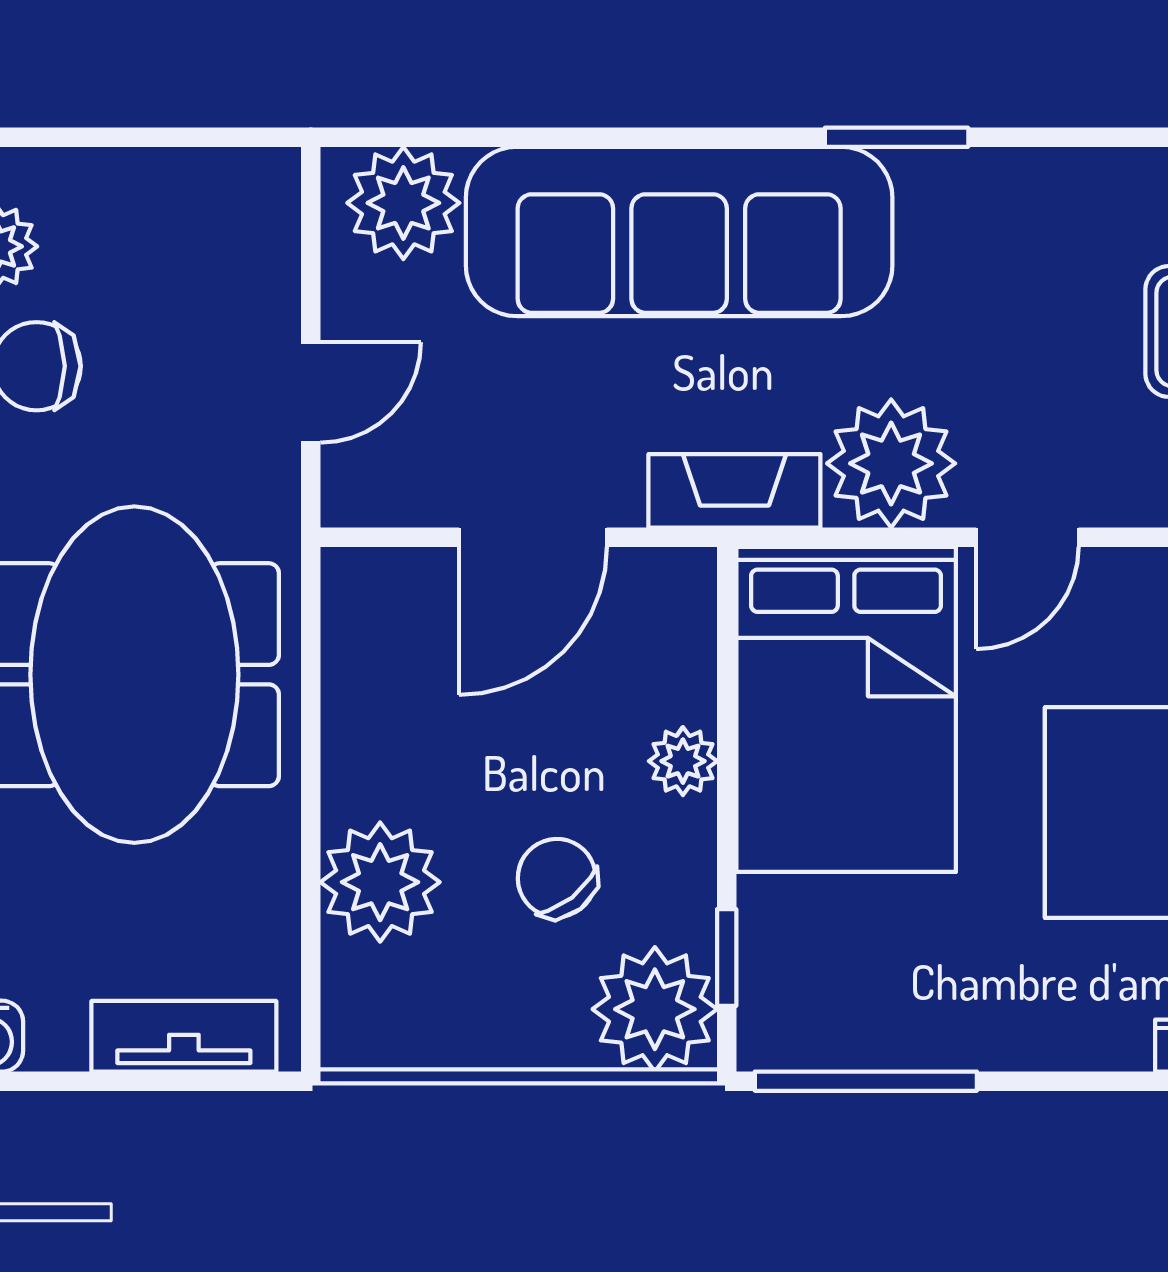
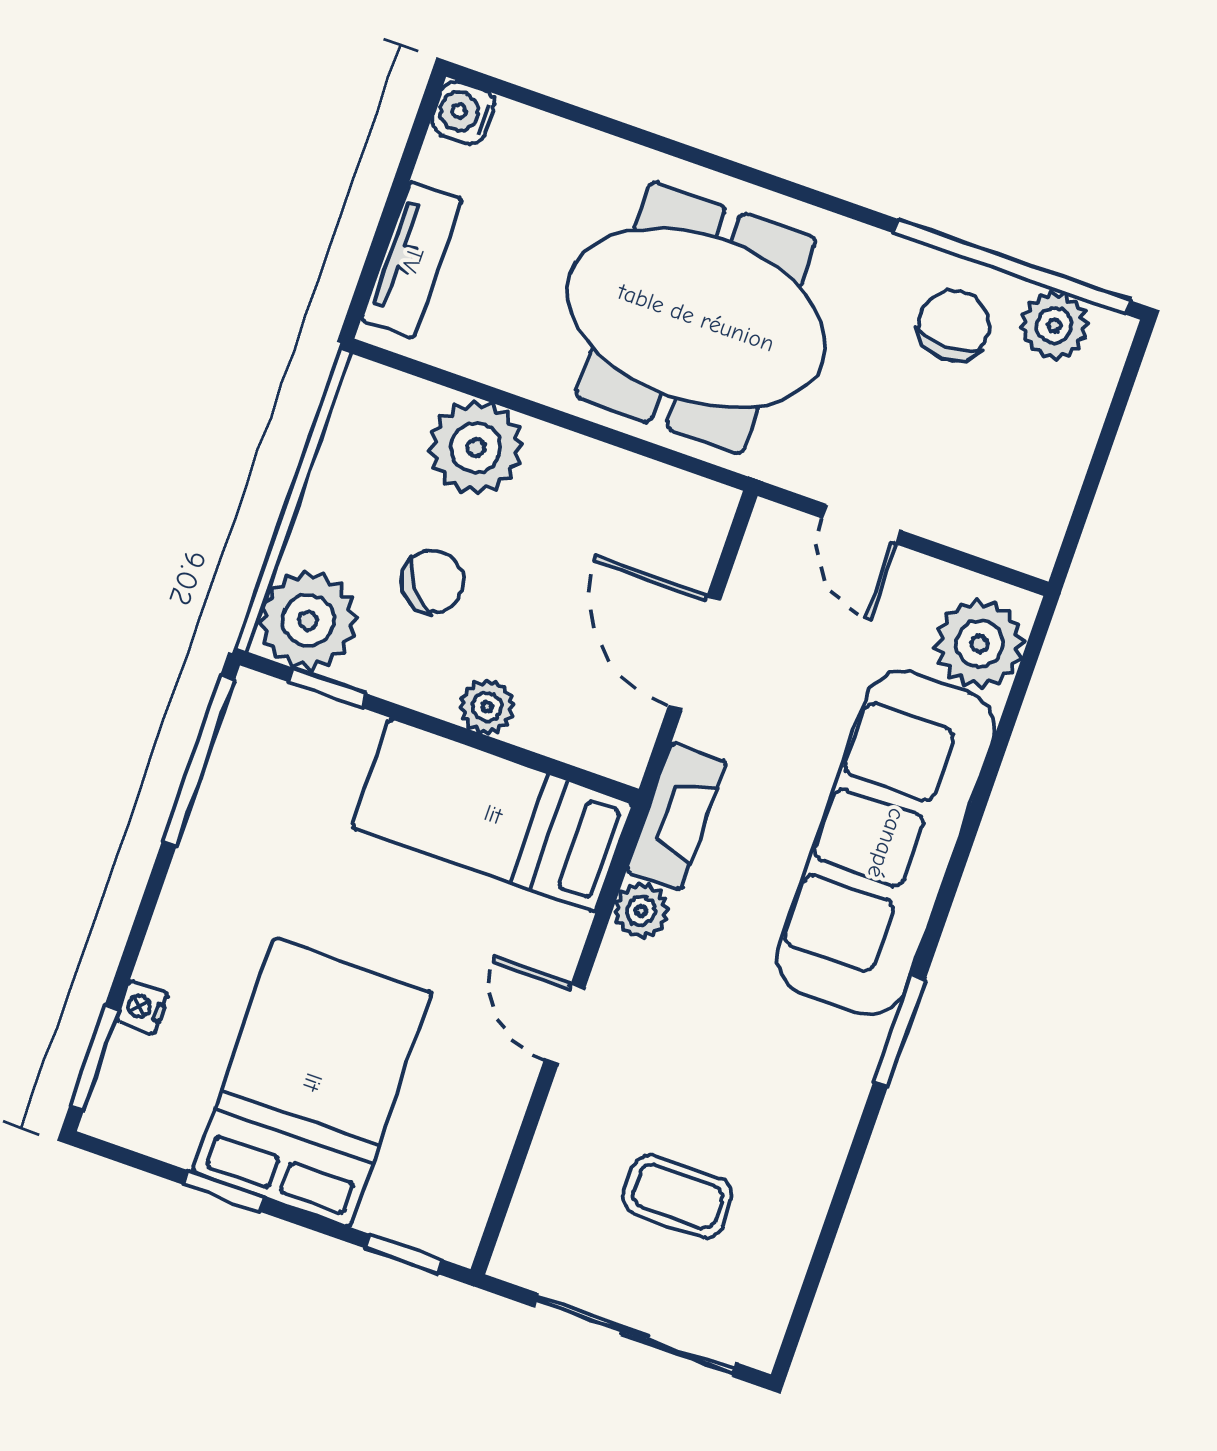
plant: (891, 463) -> (641, 911), width x0.53, depth x0.53
bed: (846, 709) -> (493, 815), width x0.67

